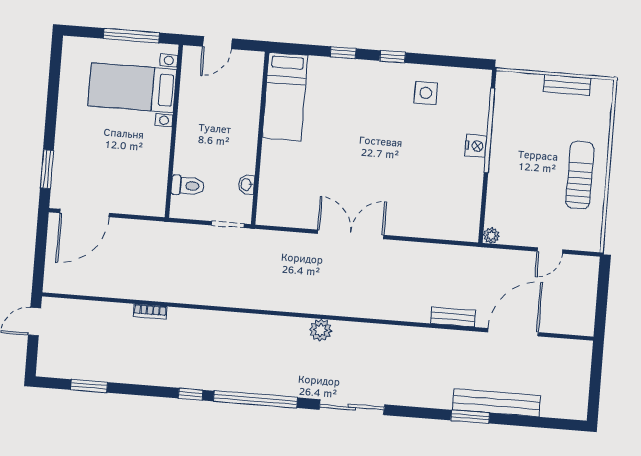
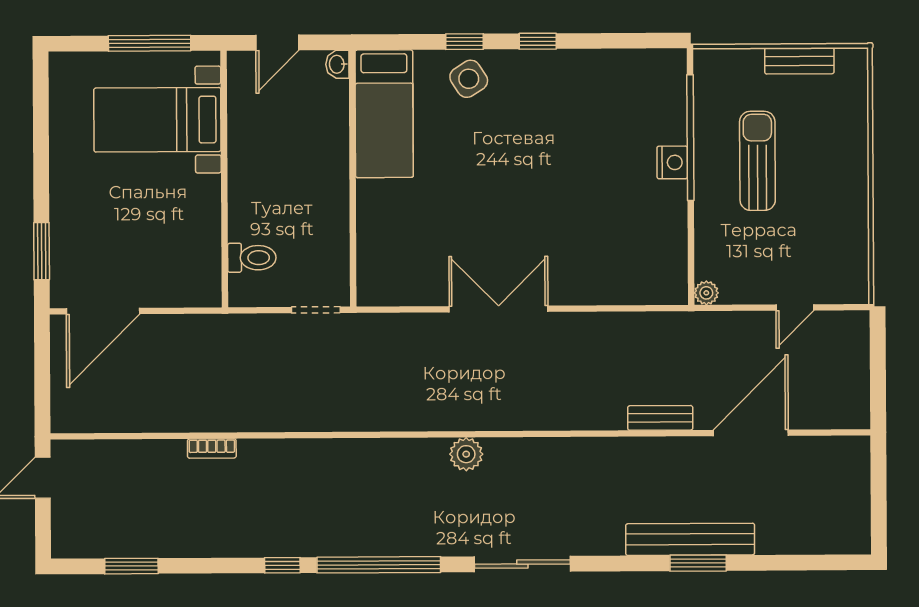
side table: (426, 93) -> (469, 79), moved, turned -33
sun lounger: (580, 175) -> (757, 161), moved
washbasin: (246, 185) -> (337, 64), moved
bench: (497, 403) -> (690, 539), moved

